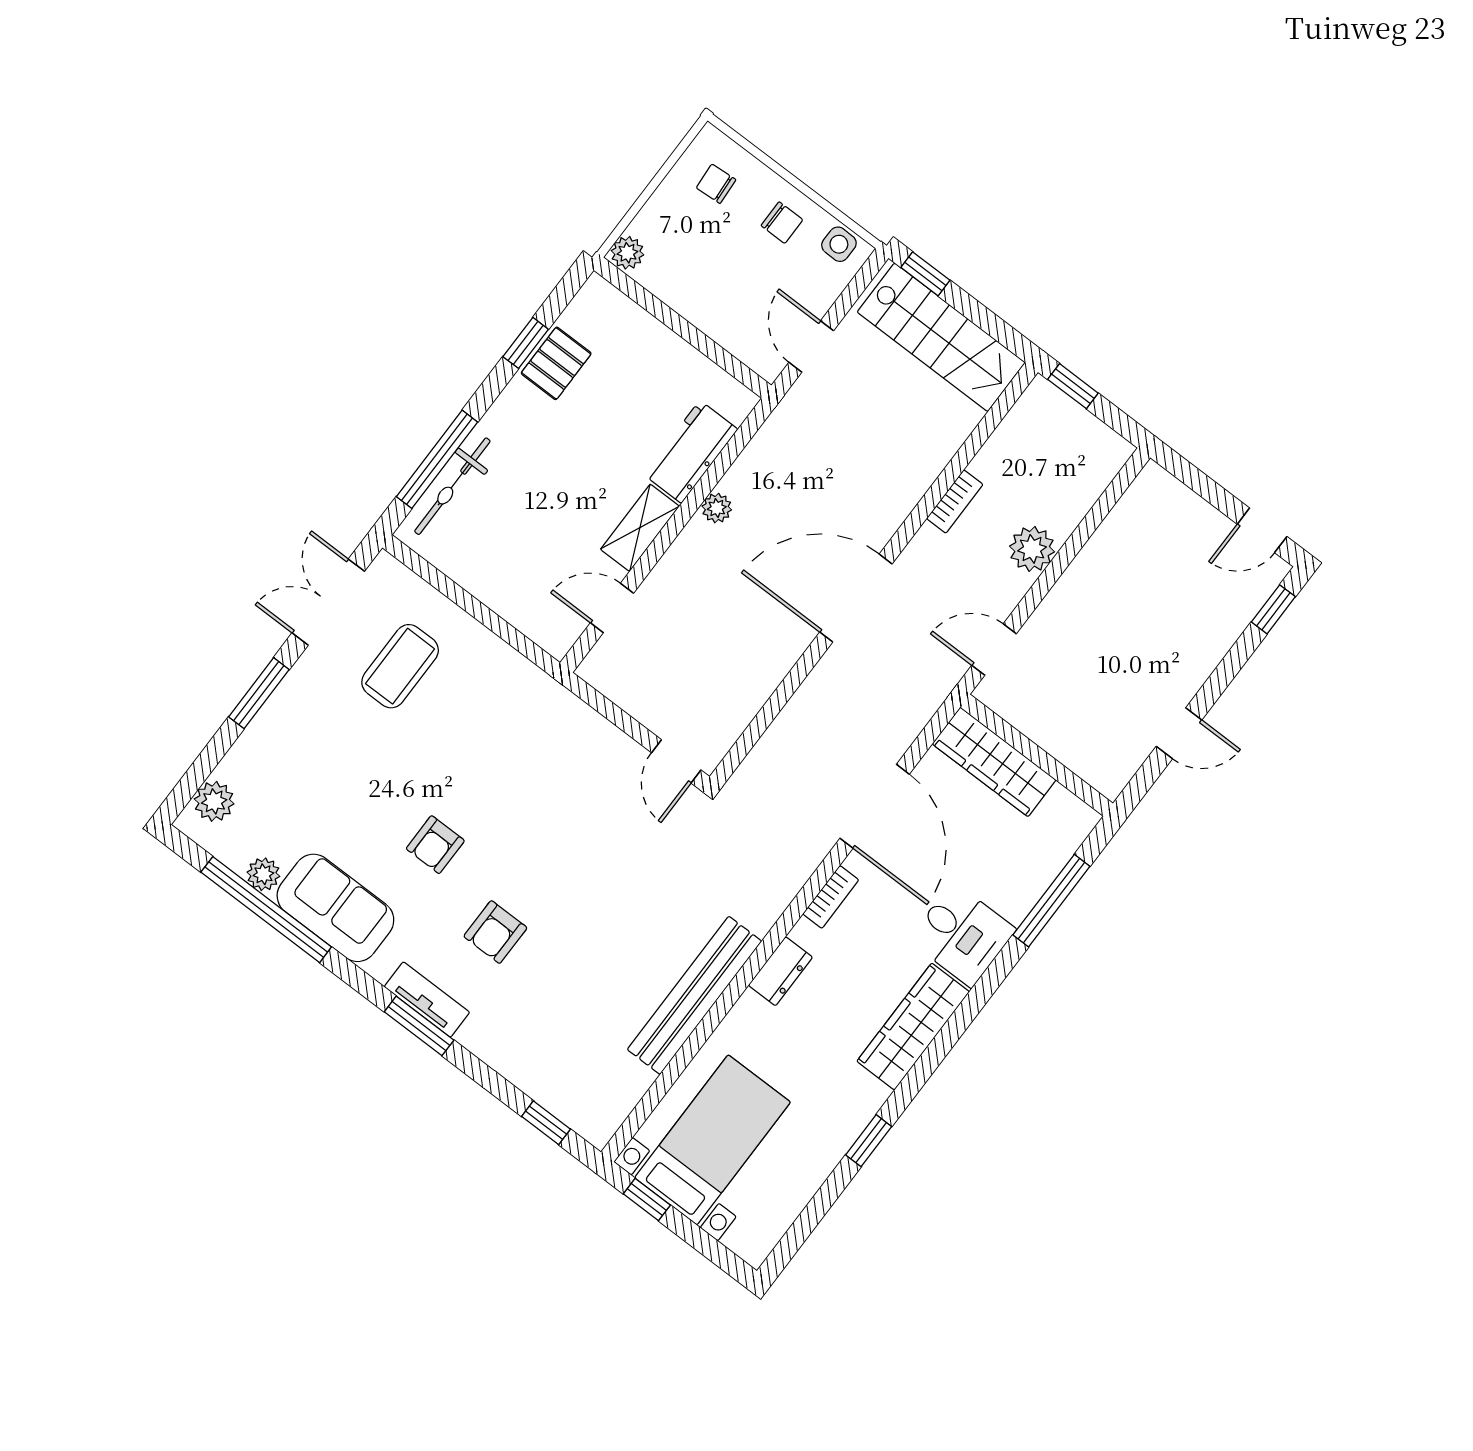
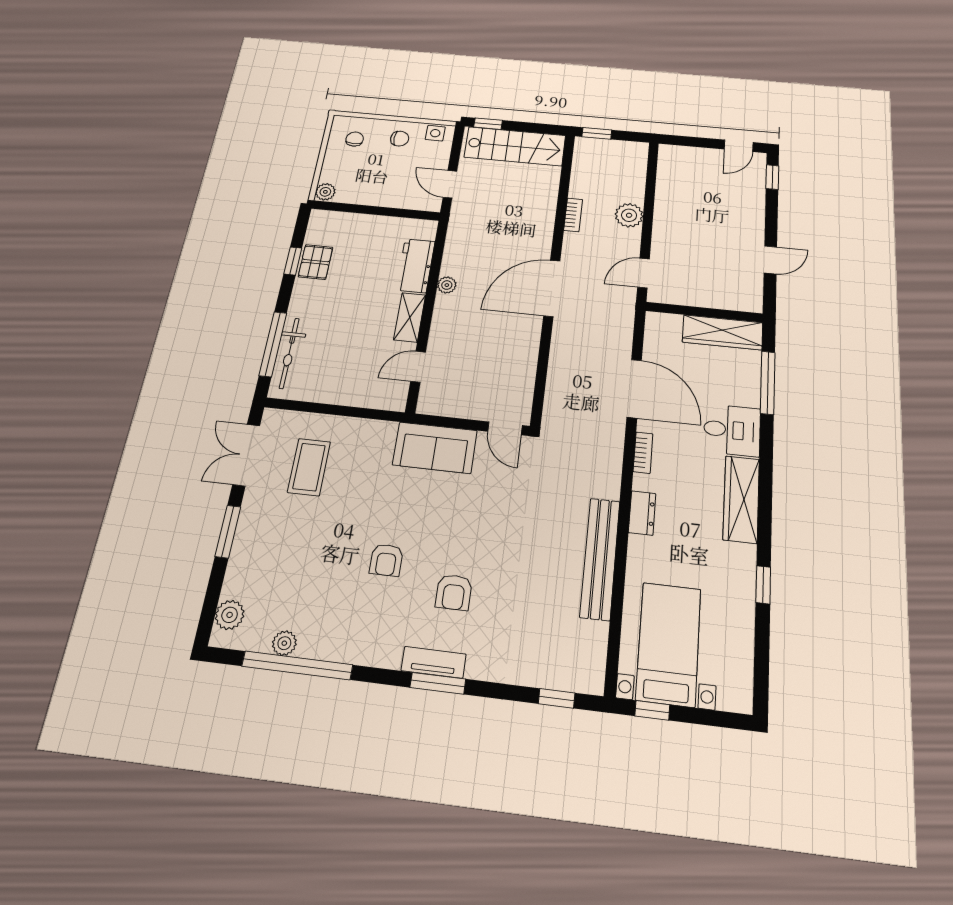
chair: (716, 184) -> (355, 139), turned 94
wardrobe: (994, 762) -> (723, 332), moved
sofa: (335, 908) -> (435, 448), moved, turned 180

